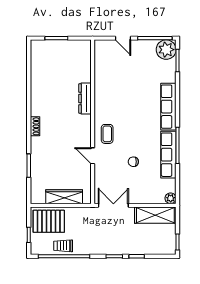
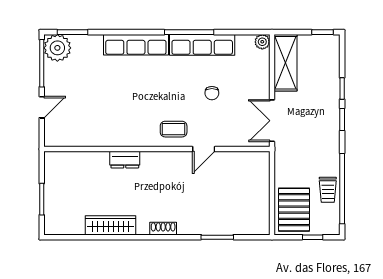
dresser: (85, 98) -> (125, 160), width x0.70
wardrobe: (64, 197) -> (111, 225), moved, turned 90

